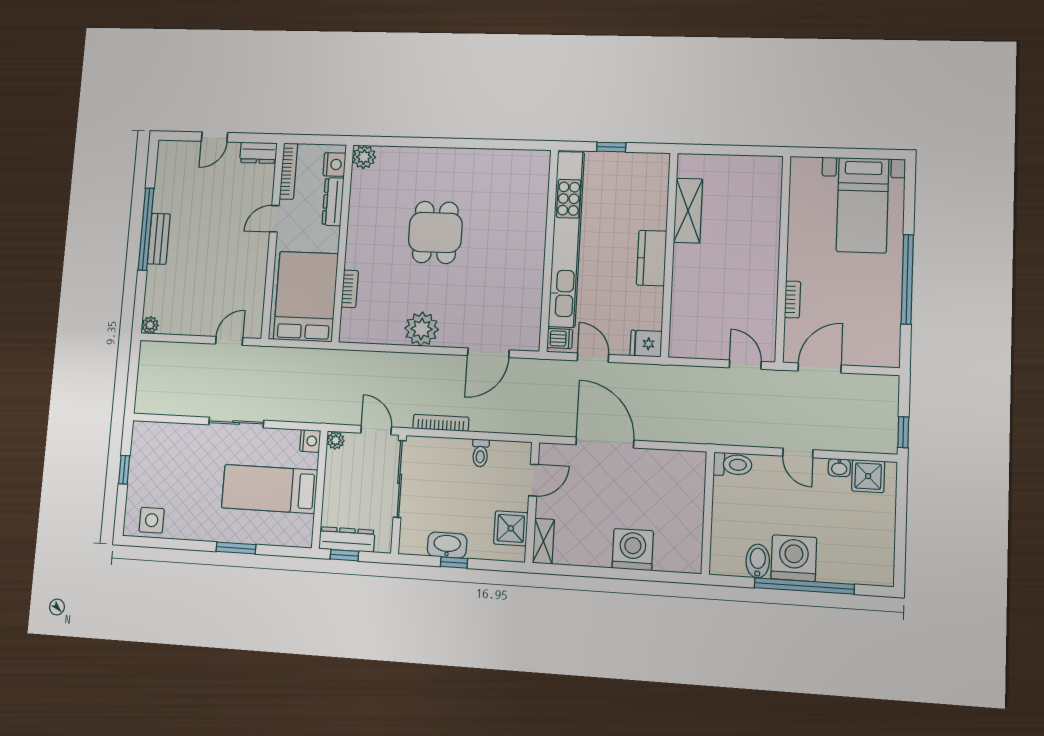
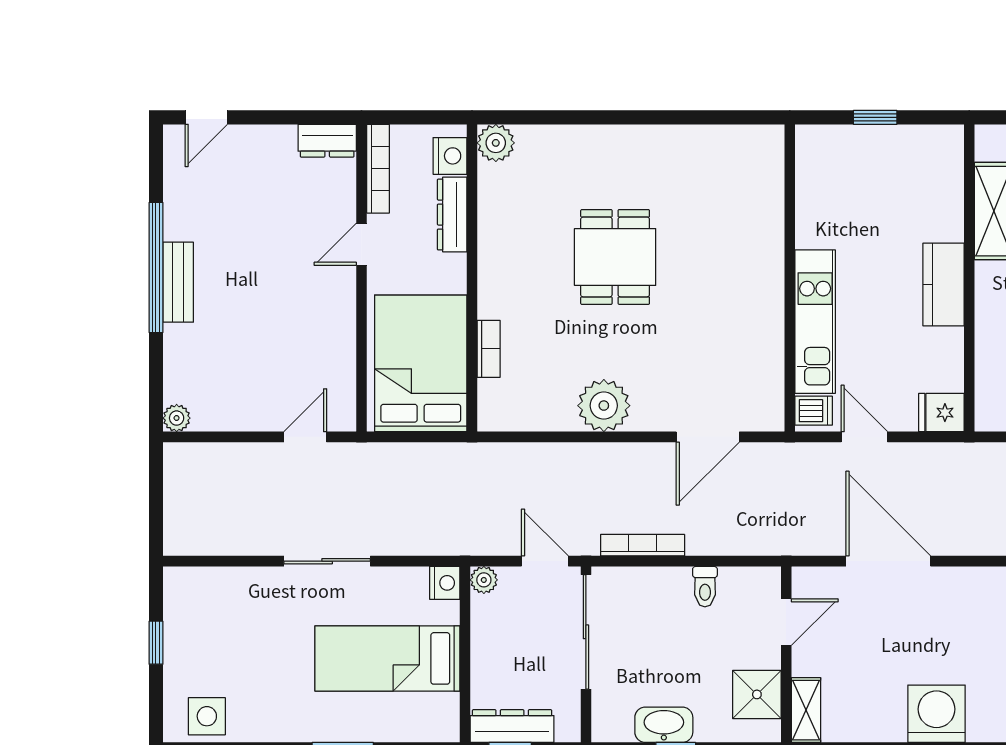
door: (215, 137) -> (206, 117), moved
kitchen unit: (566, 239) -> (815, 322), width x0.54

